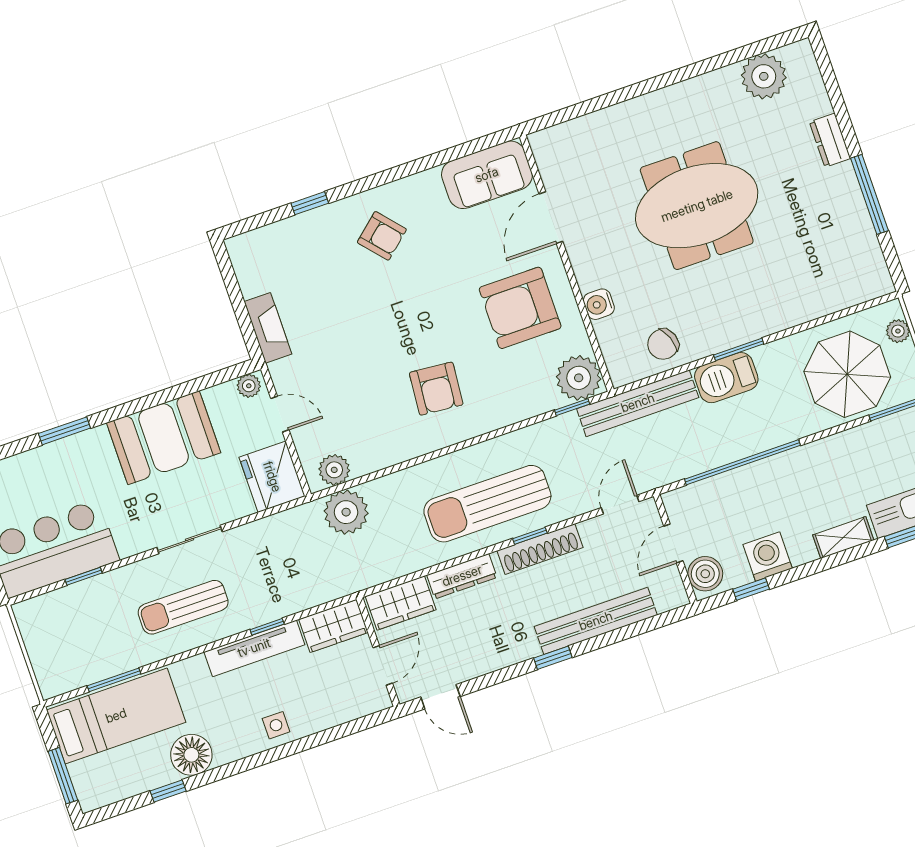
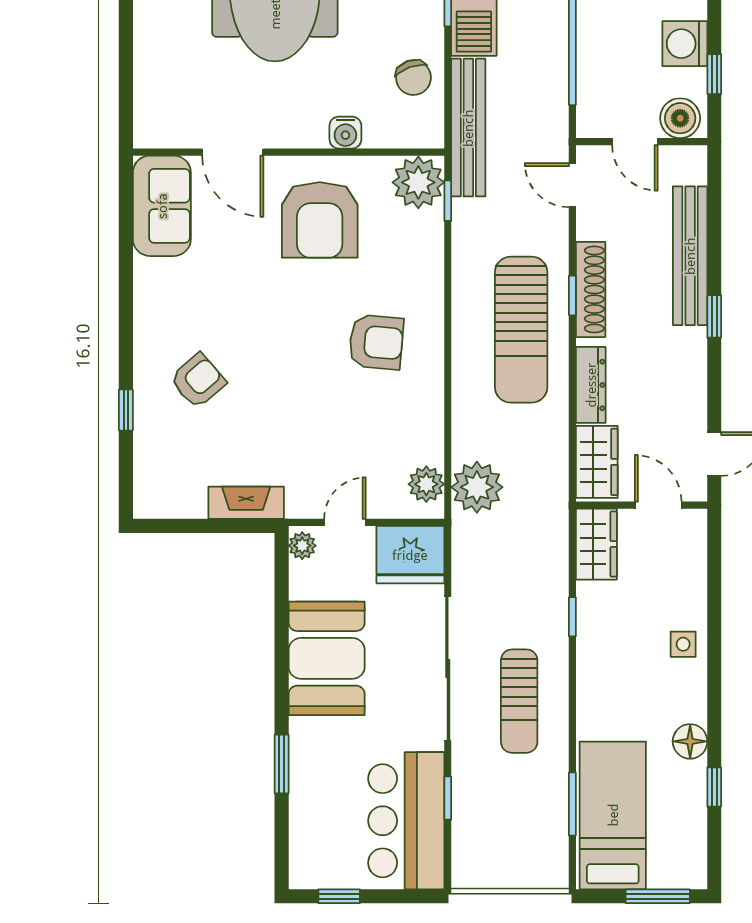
armchair: (382, 236) -> (198, 381), moved
sliding door: (190, 540) -> (448, 669), width x1.86
tv unit: (254, 648) -> (591, 639), removed
floor lamp: (191, 755) -> (690, 741), width x0.73, depth x0.73

